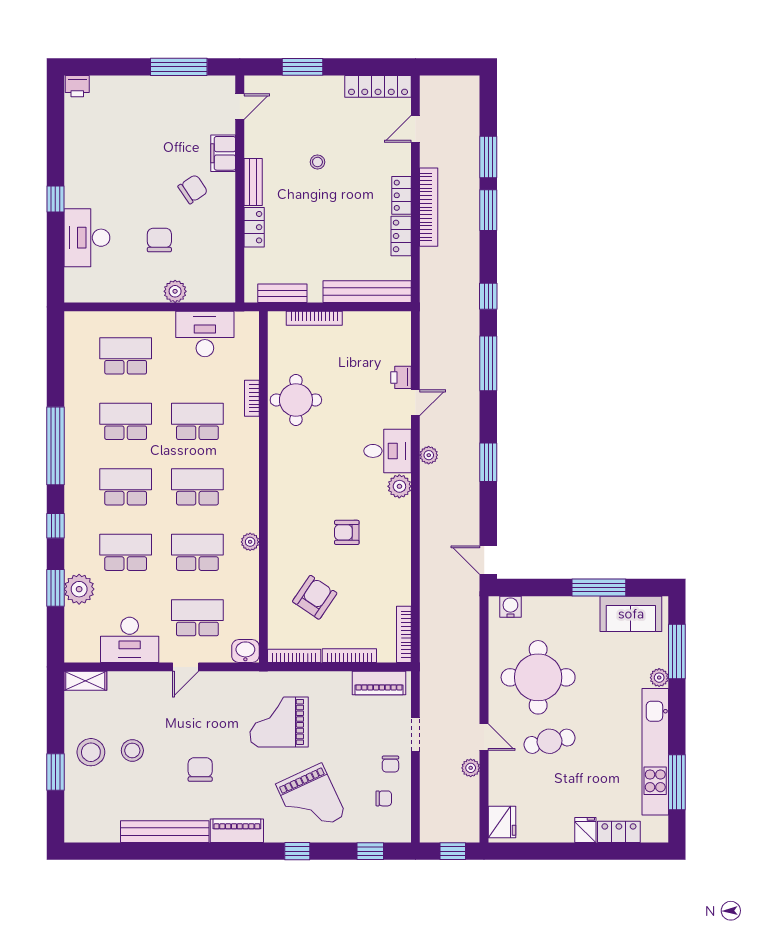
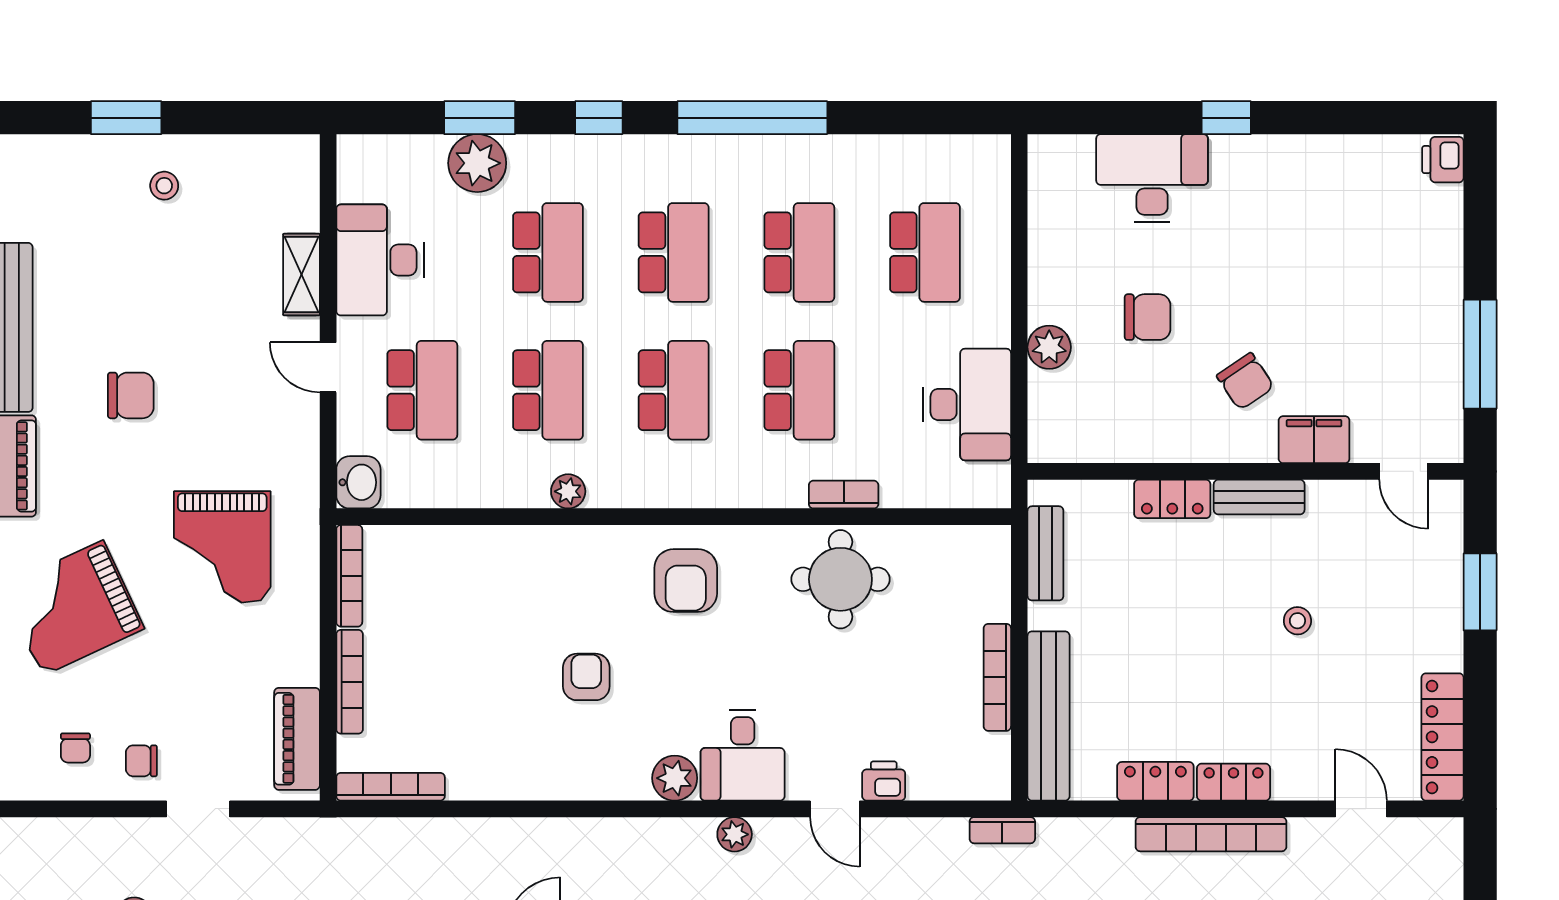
bookcase: (427, 316) -> (1002, 830), added
bookcase: (314, 318) -> (997, 677), moved
armchair: (315, 597) -> (686, 581), moved, turned 56
shelving: (85, 681) -> (301, 275), moved
grand piano: (279, 722) -> (222, 547), turned 180
stool: (132, 750) -> (167, 265), removed
stool: (91, 752) -> (164, 186), width x0.53, depth x0.53

